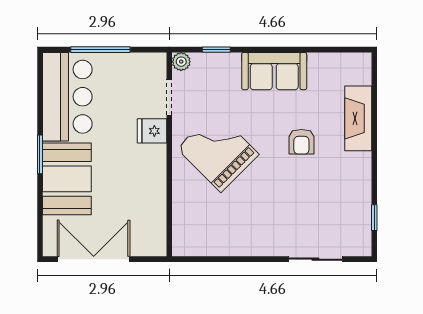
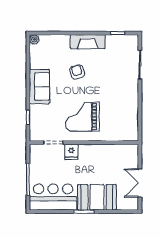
plant: (181, 62) -> (34, 39), moved
fireplace: (358, 118) -> (88, 42), moved
armchair: (301, 142) -> (77, 72), turned -108
grand piano: (218, 151) -> (82, 117), turned 45
double door: (94, 259) -> (140, 183), width x0.73

